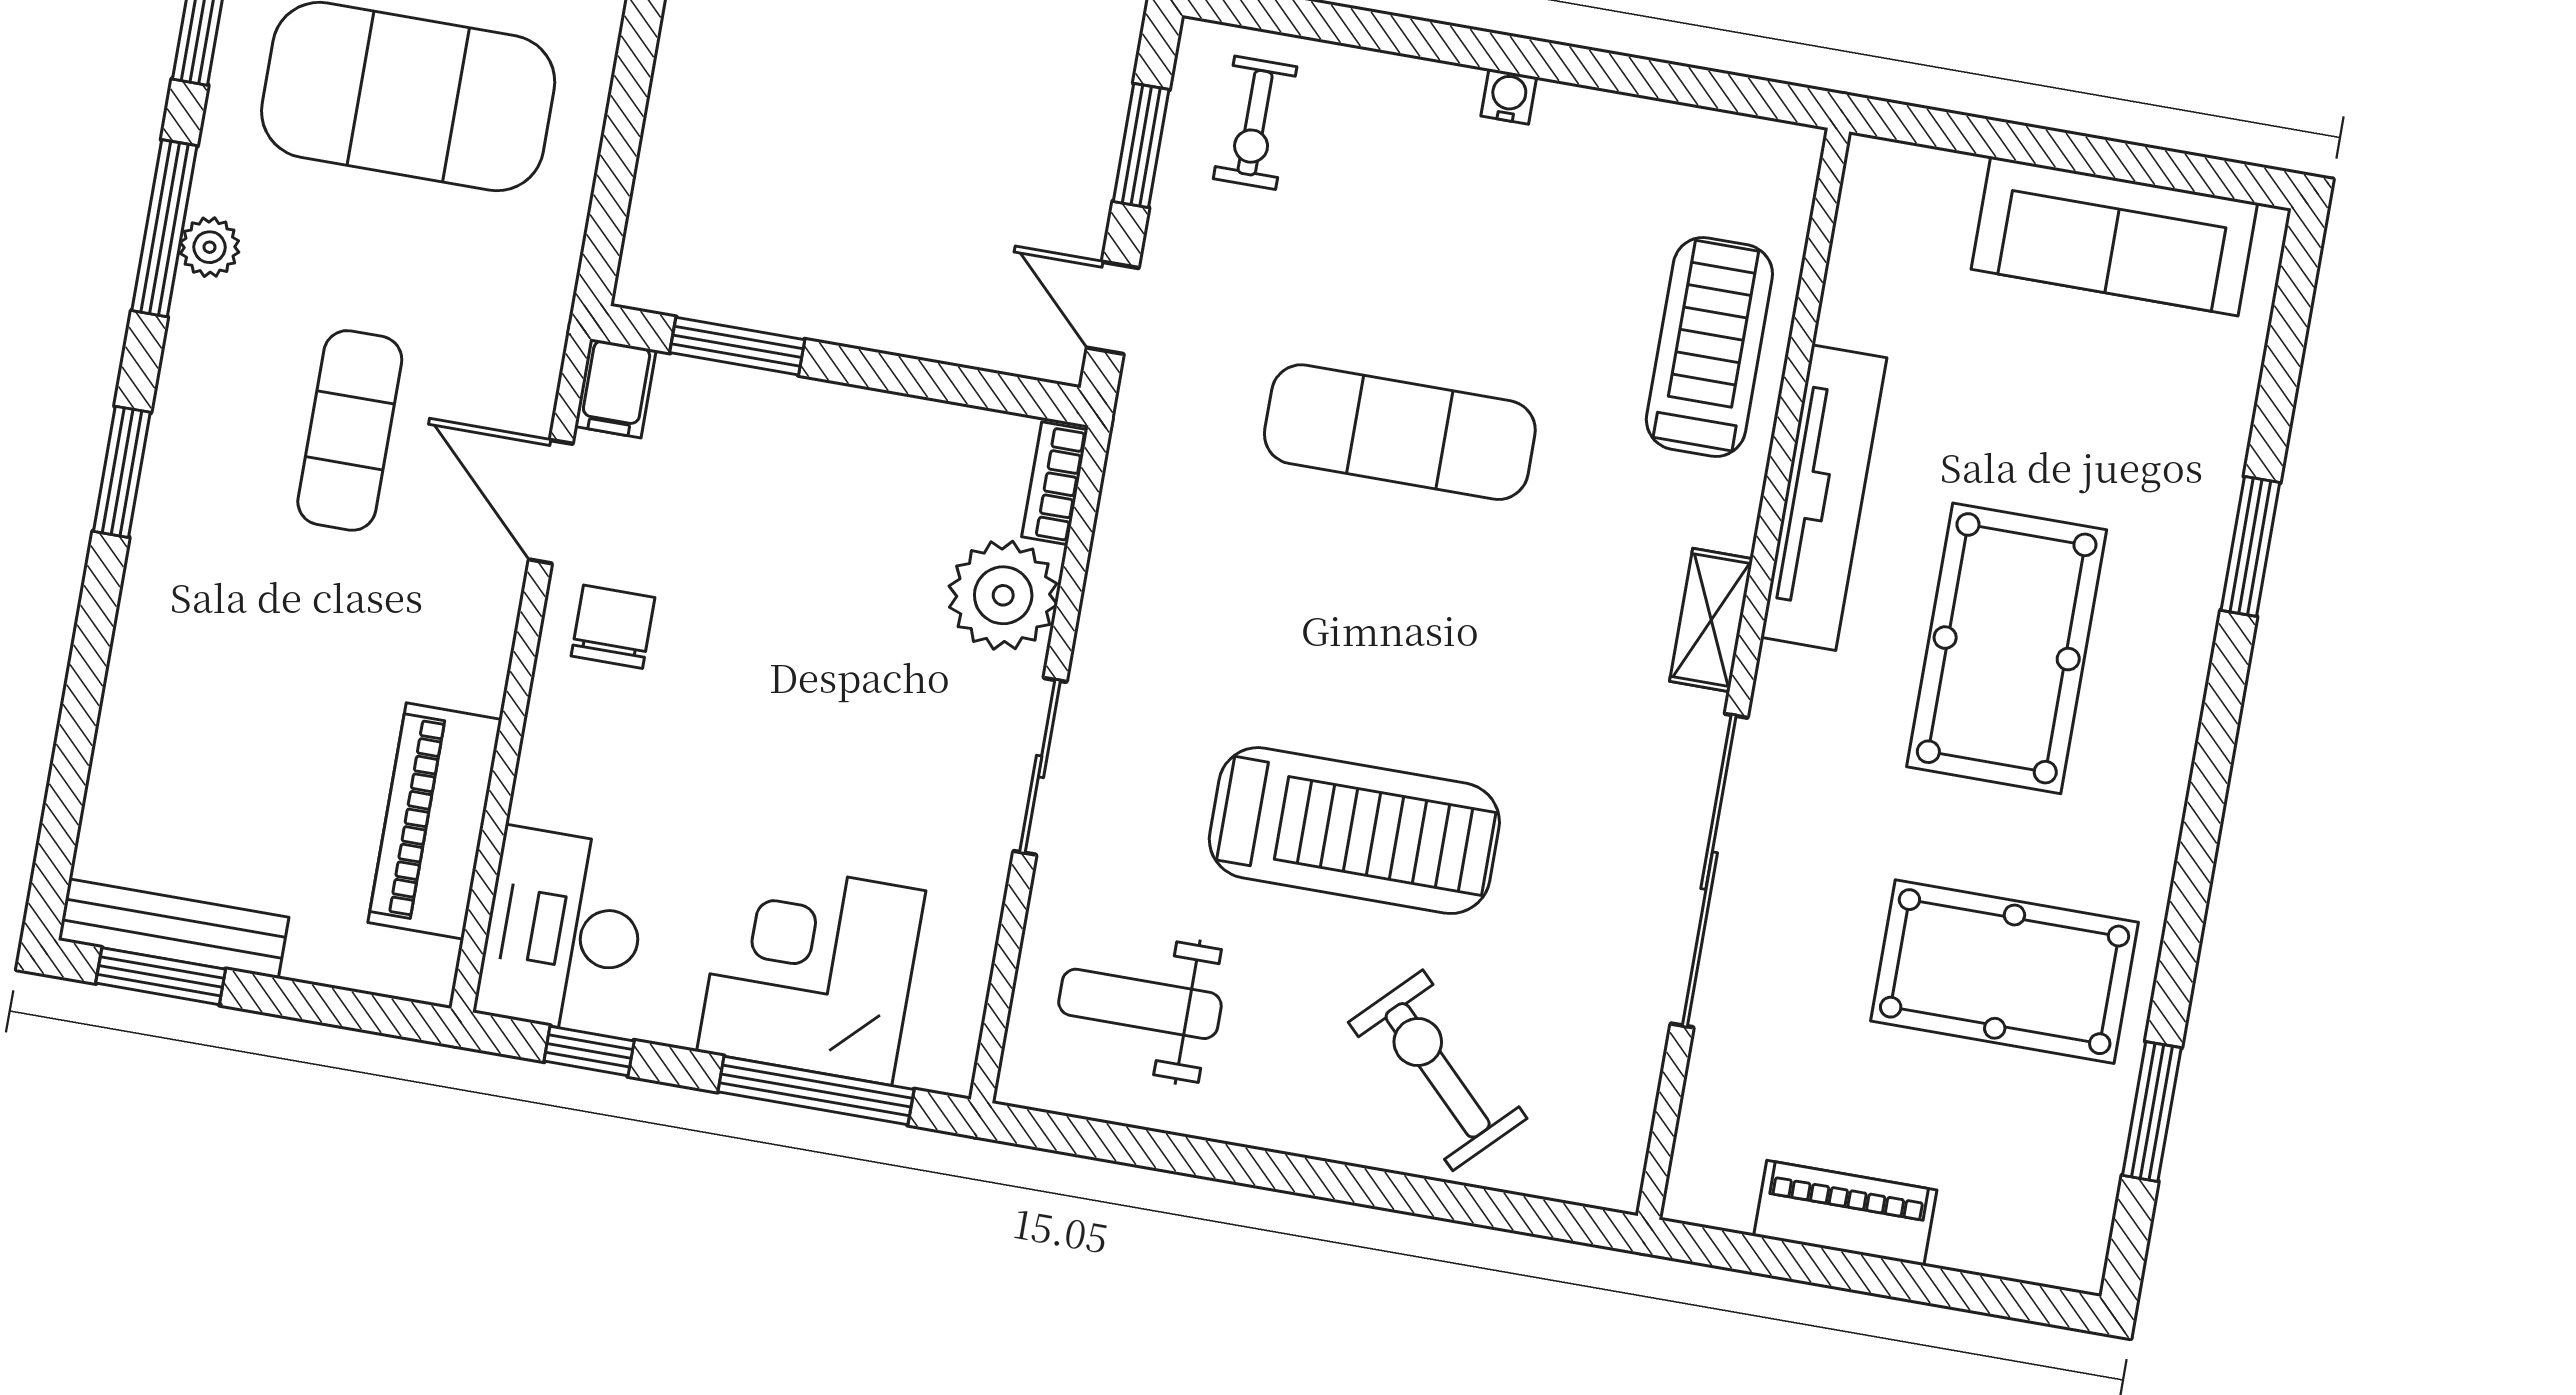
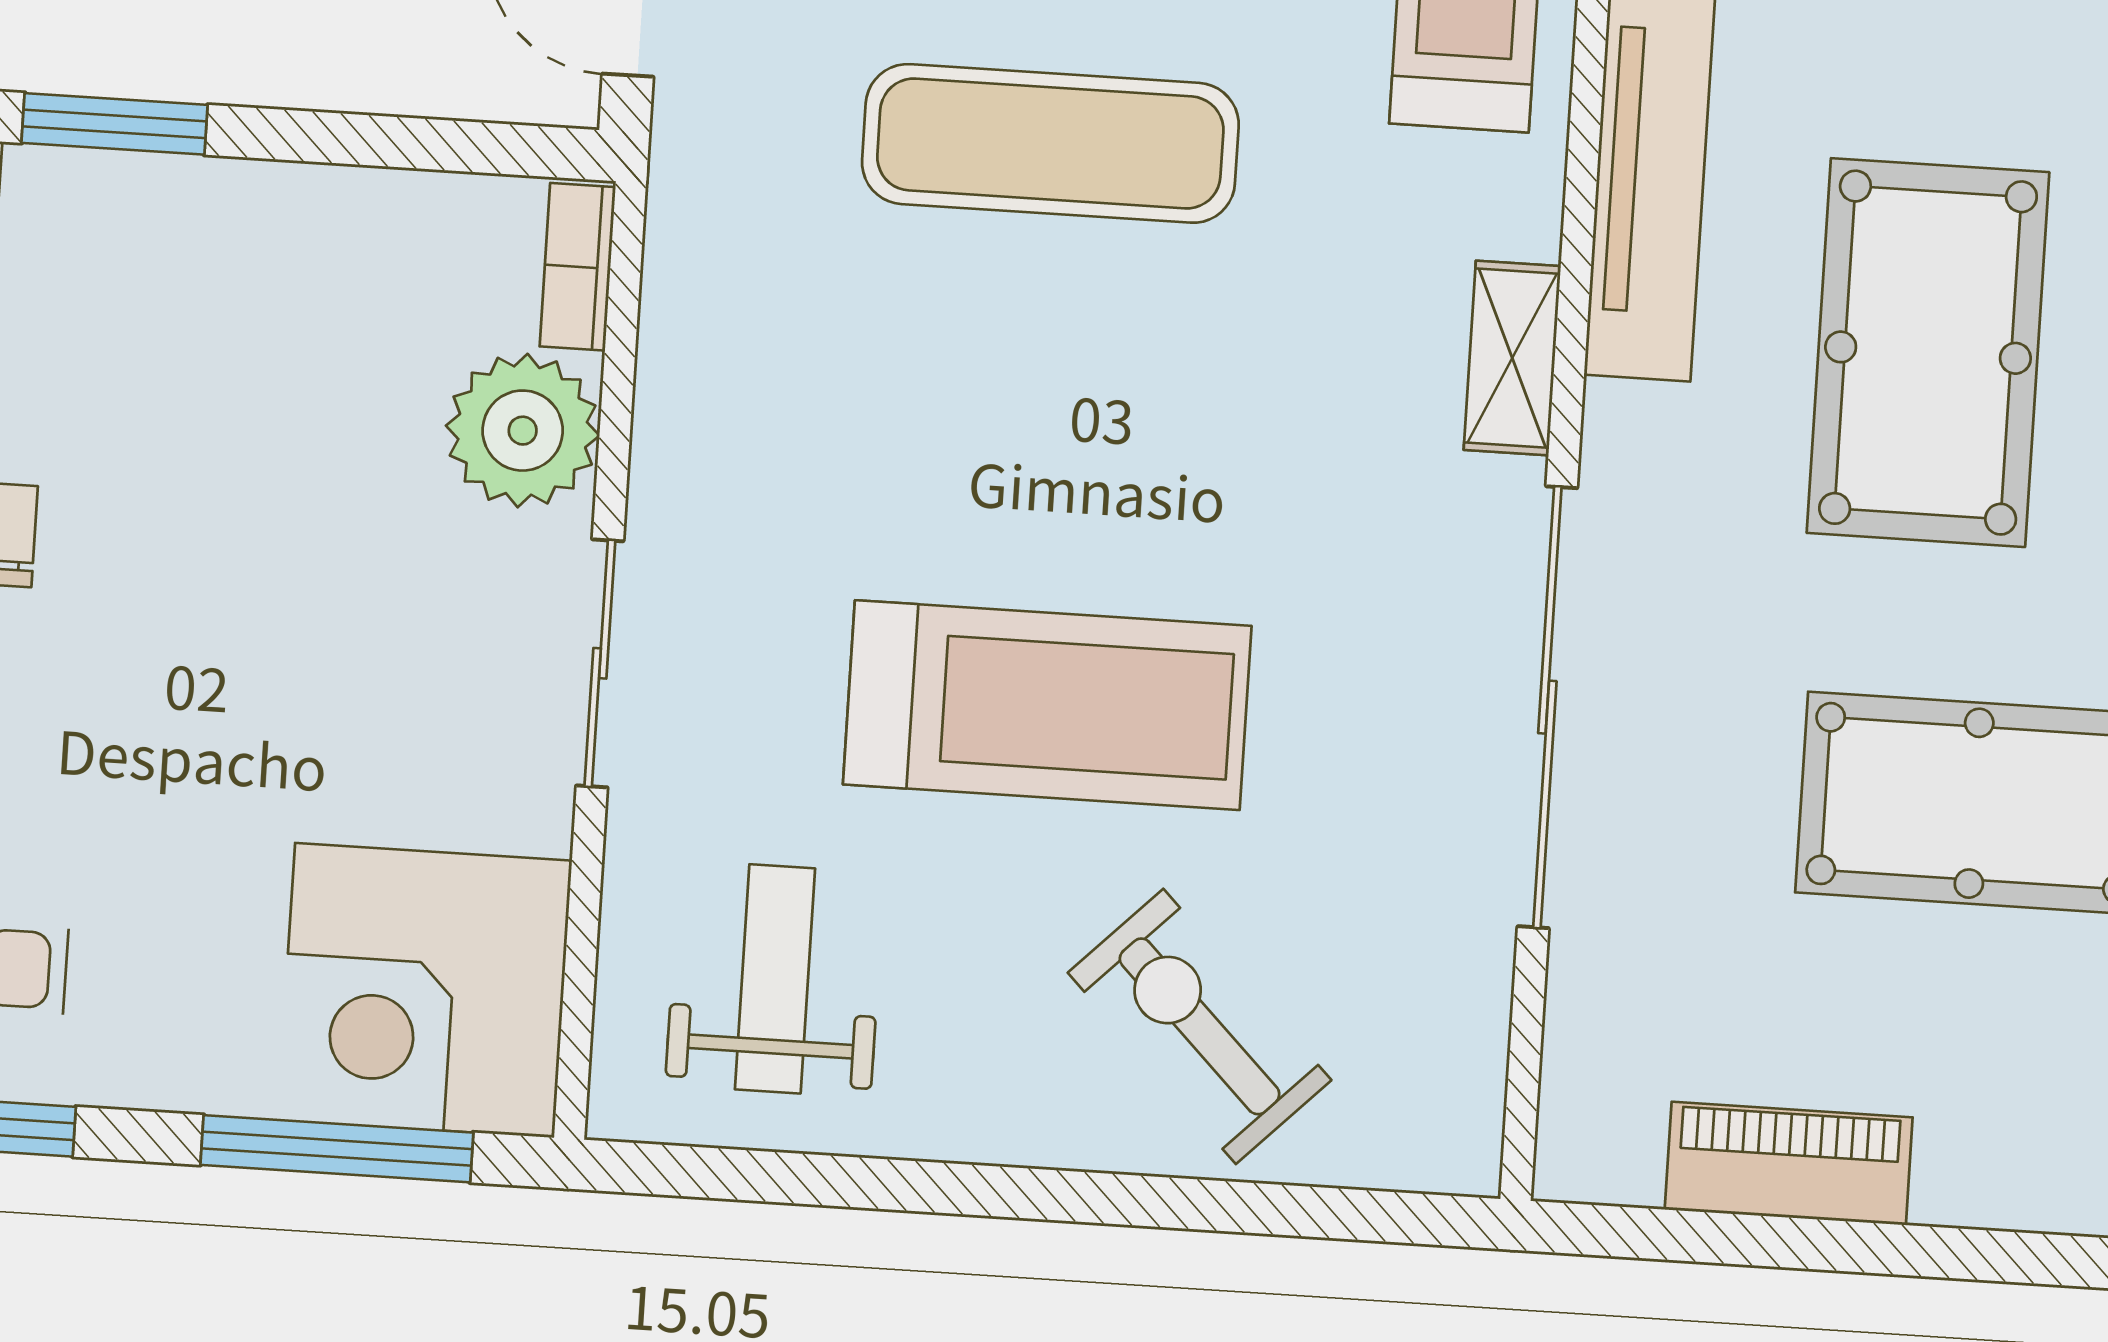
corner desk: (811, 971) -> (425, 990), moved, turned -90
weight bench: (1140, 1004) -> (775, 979), turned 90

